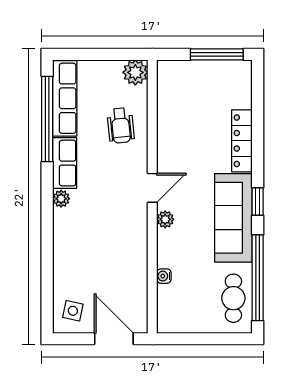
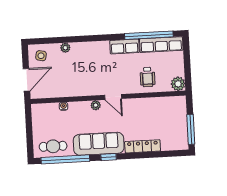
wheelchair: (121, 125) -> (148, 77), turned -84
plant: (61, 199) -> (65, 48), moved

